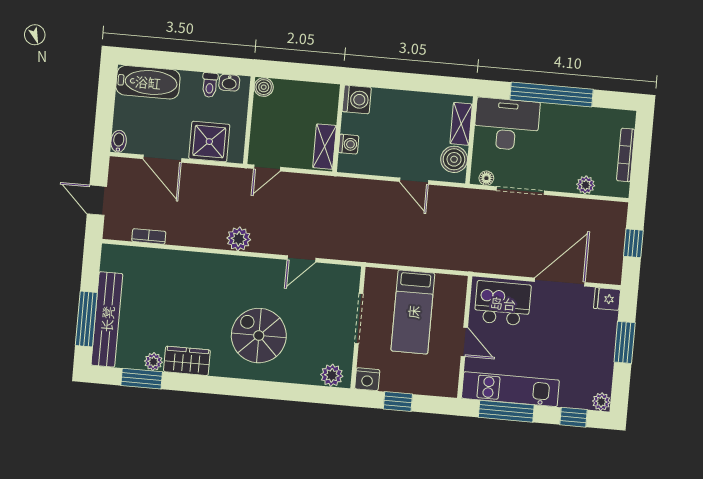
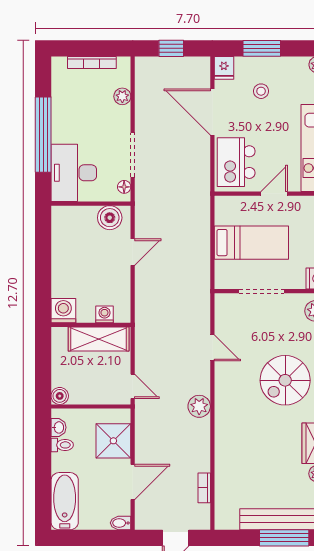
shelving: (461, 124) -> (77, 214), removed
shelving: (325, 147) -> (99, 339), width x1.50, depth x1.33
stool: (578, 337) -> (261, 91), added

